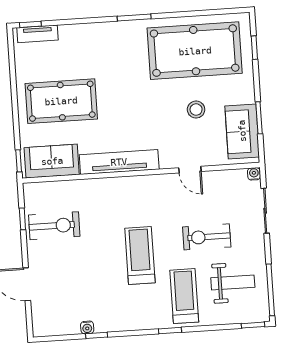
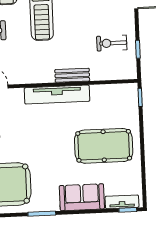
sofa: (52, 161) -> (82, 197), moved, turned 180
bench: (101, 186) -> (72, 75), added
exercise bike: (54, 226) -> (112, 43), width x0.73, depth x0.72

